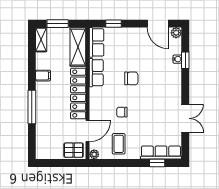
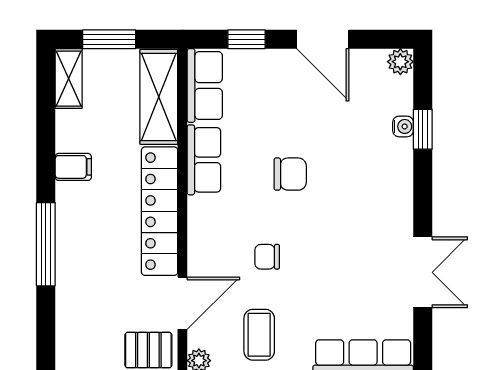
door: (158, 24) -> (323, 39), moved

